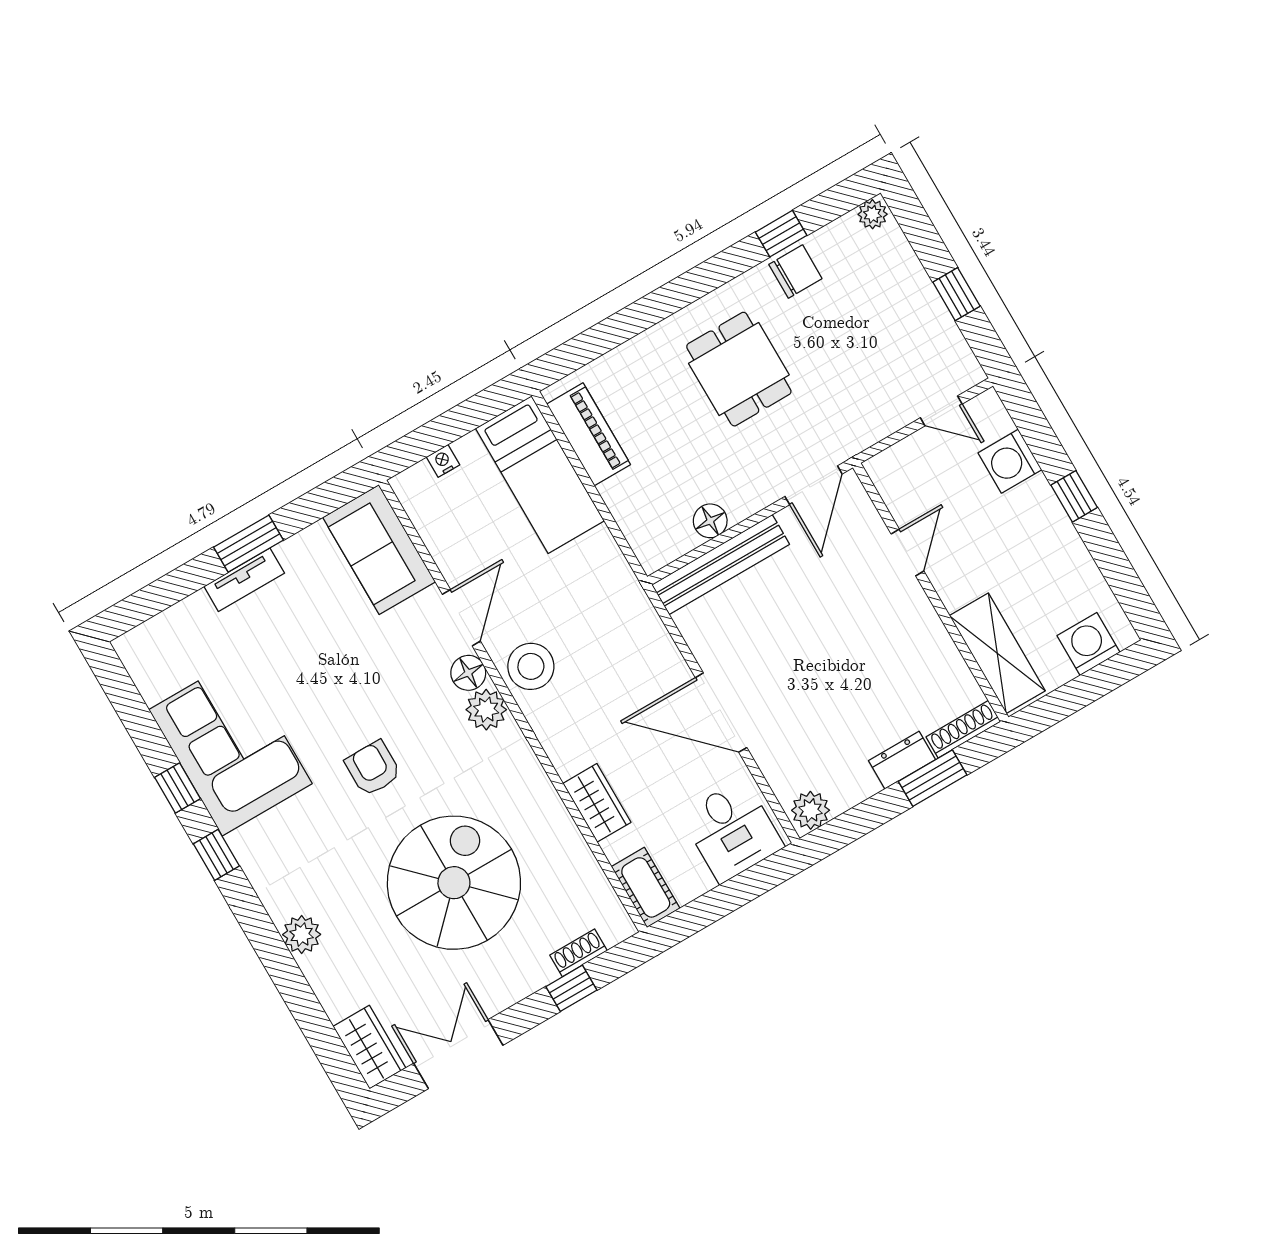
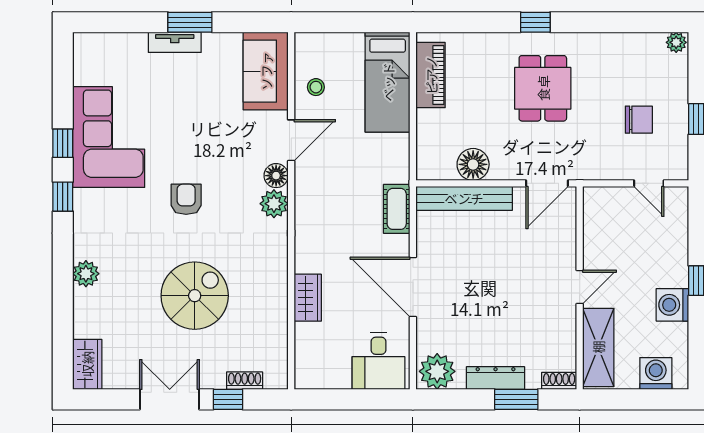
window: (781, 234) -> (535, 22), moved
chair: (795, 272) -> (639, 120), moved
nightstand: (443, 461) -> (335, 40), removed
washing machine: (1010, 461) -> (672, 305), moved
floor lamp: (710, 521) -> (473, 164), width x1.38, depth x1.38
door: (907, 553) -> (580, 287), moved
stool: (531, 666) -> (316, 87), moved, width x0.53, depth x0.53
shoe rack: (963, 729) -> (559, 381), width x0.70
dresser: (902, 760) -> (496, 378), width x1.44
plant: (811, 810) -> (437, 371), width x1.36, depth x1.36
spiral stairs: (454, 883) -> (195, 296), width x0.73, depth x0.73
cot: (646, 887) -> (397, 209), moved
double door: (458, 1054) -> (170, 399), moved

